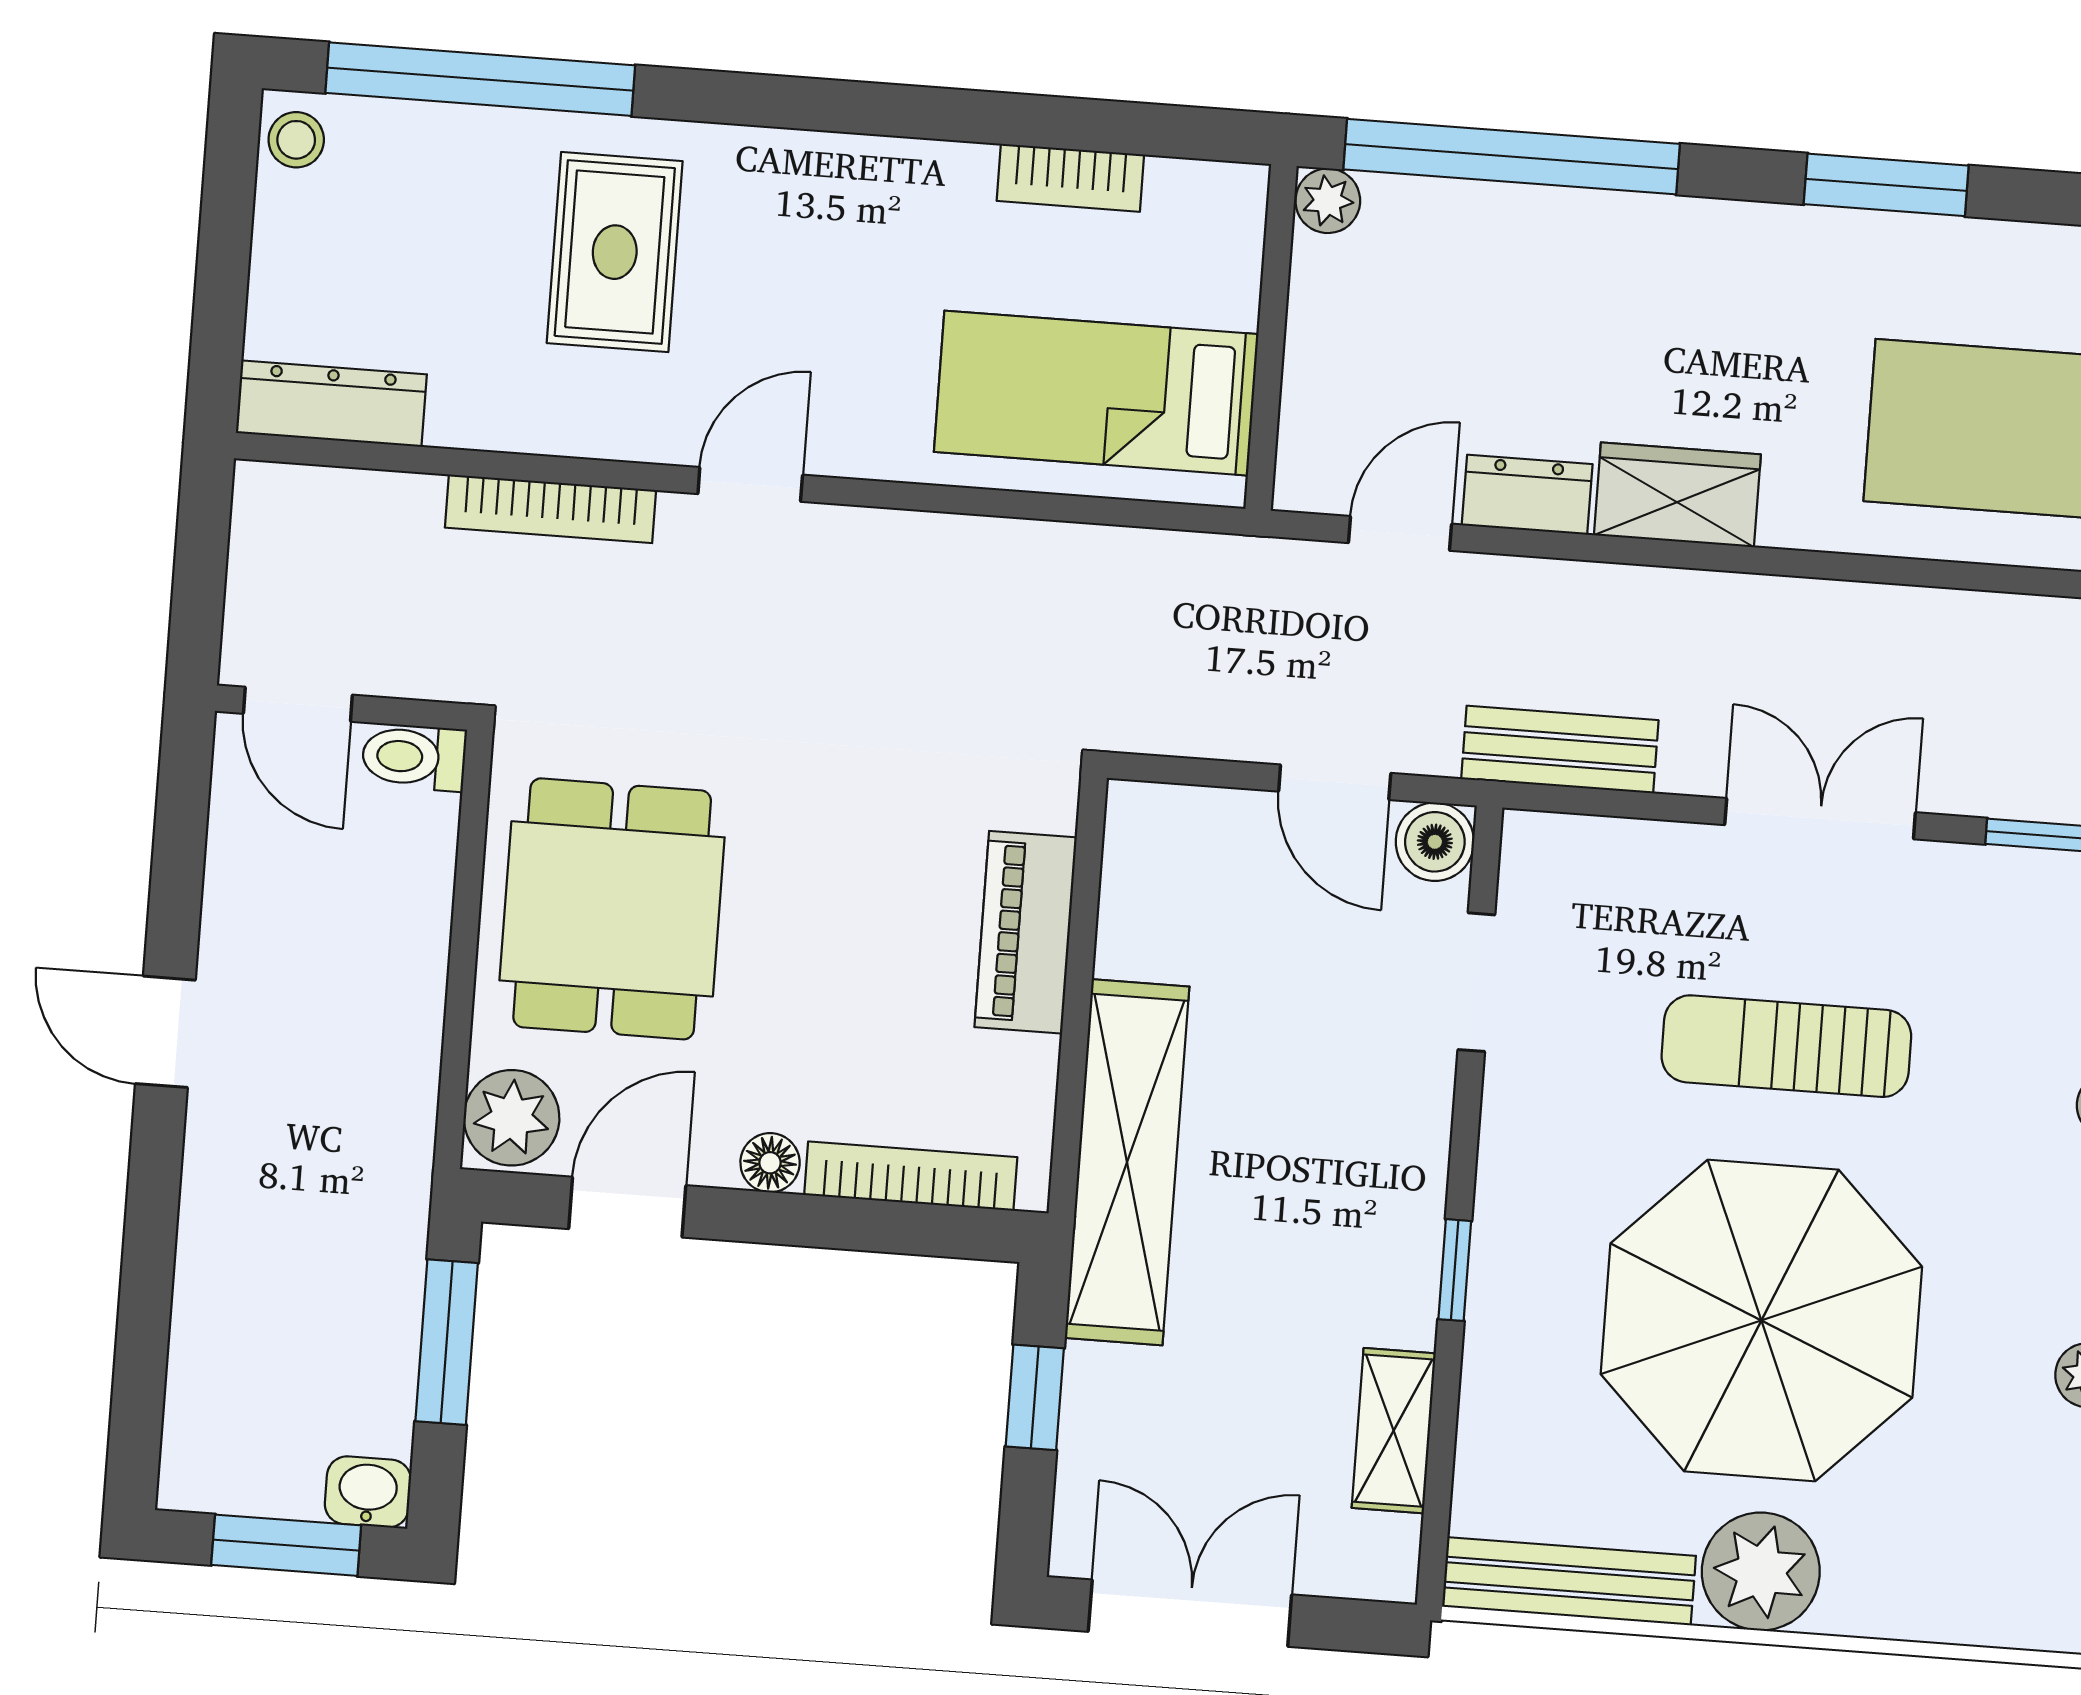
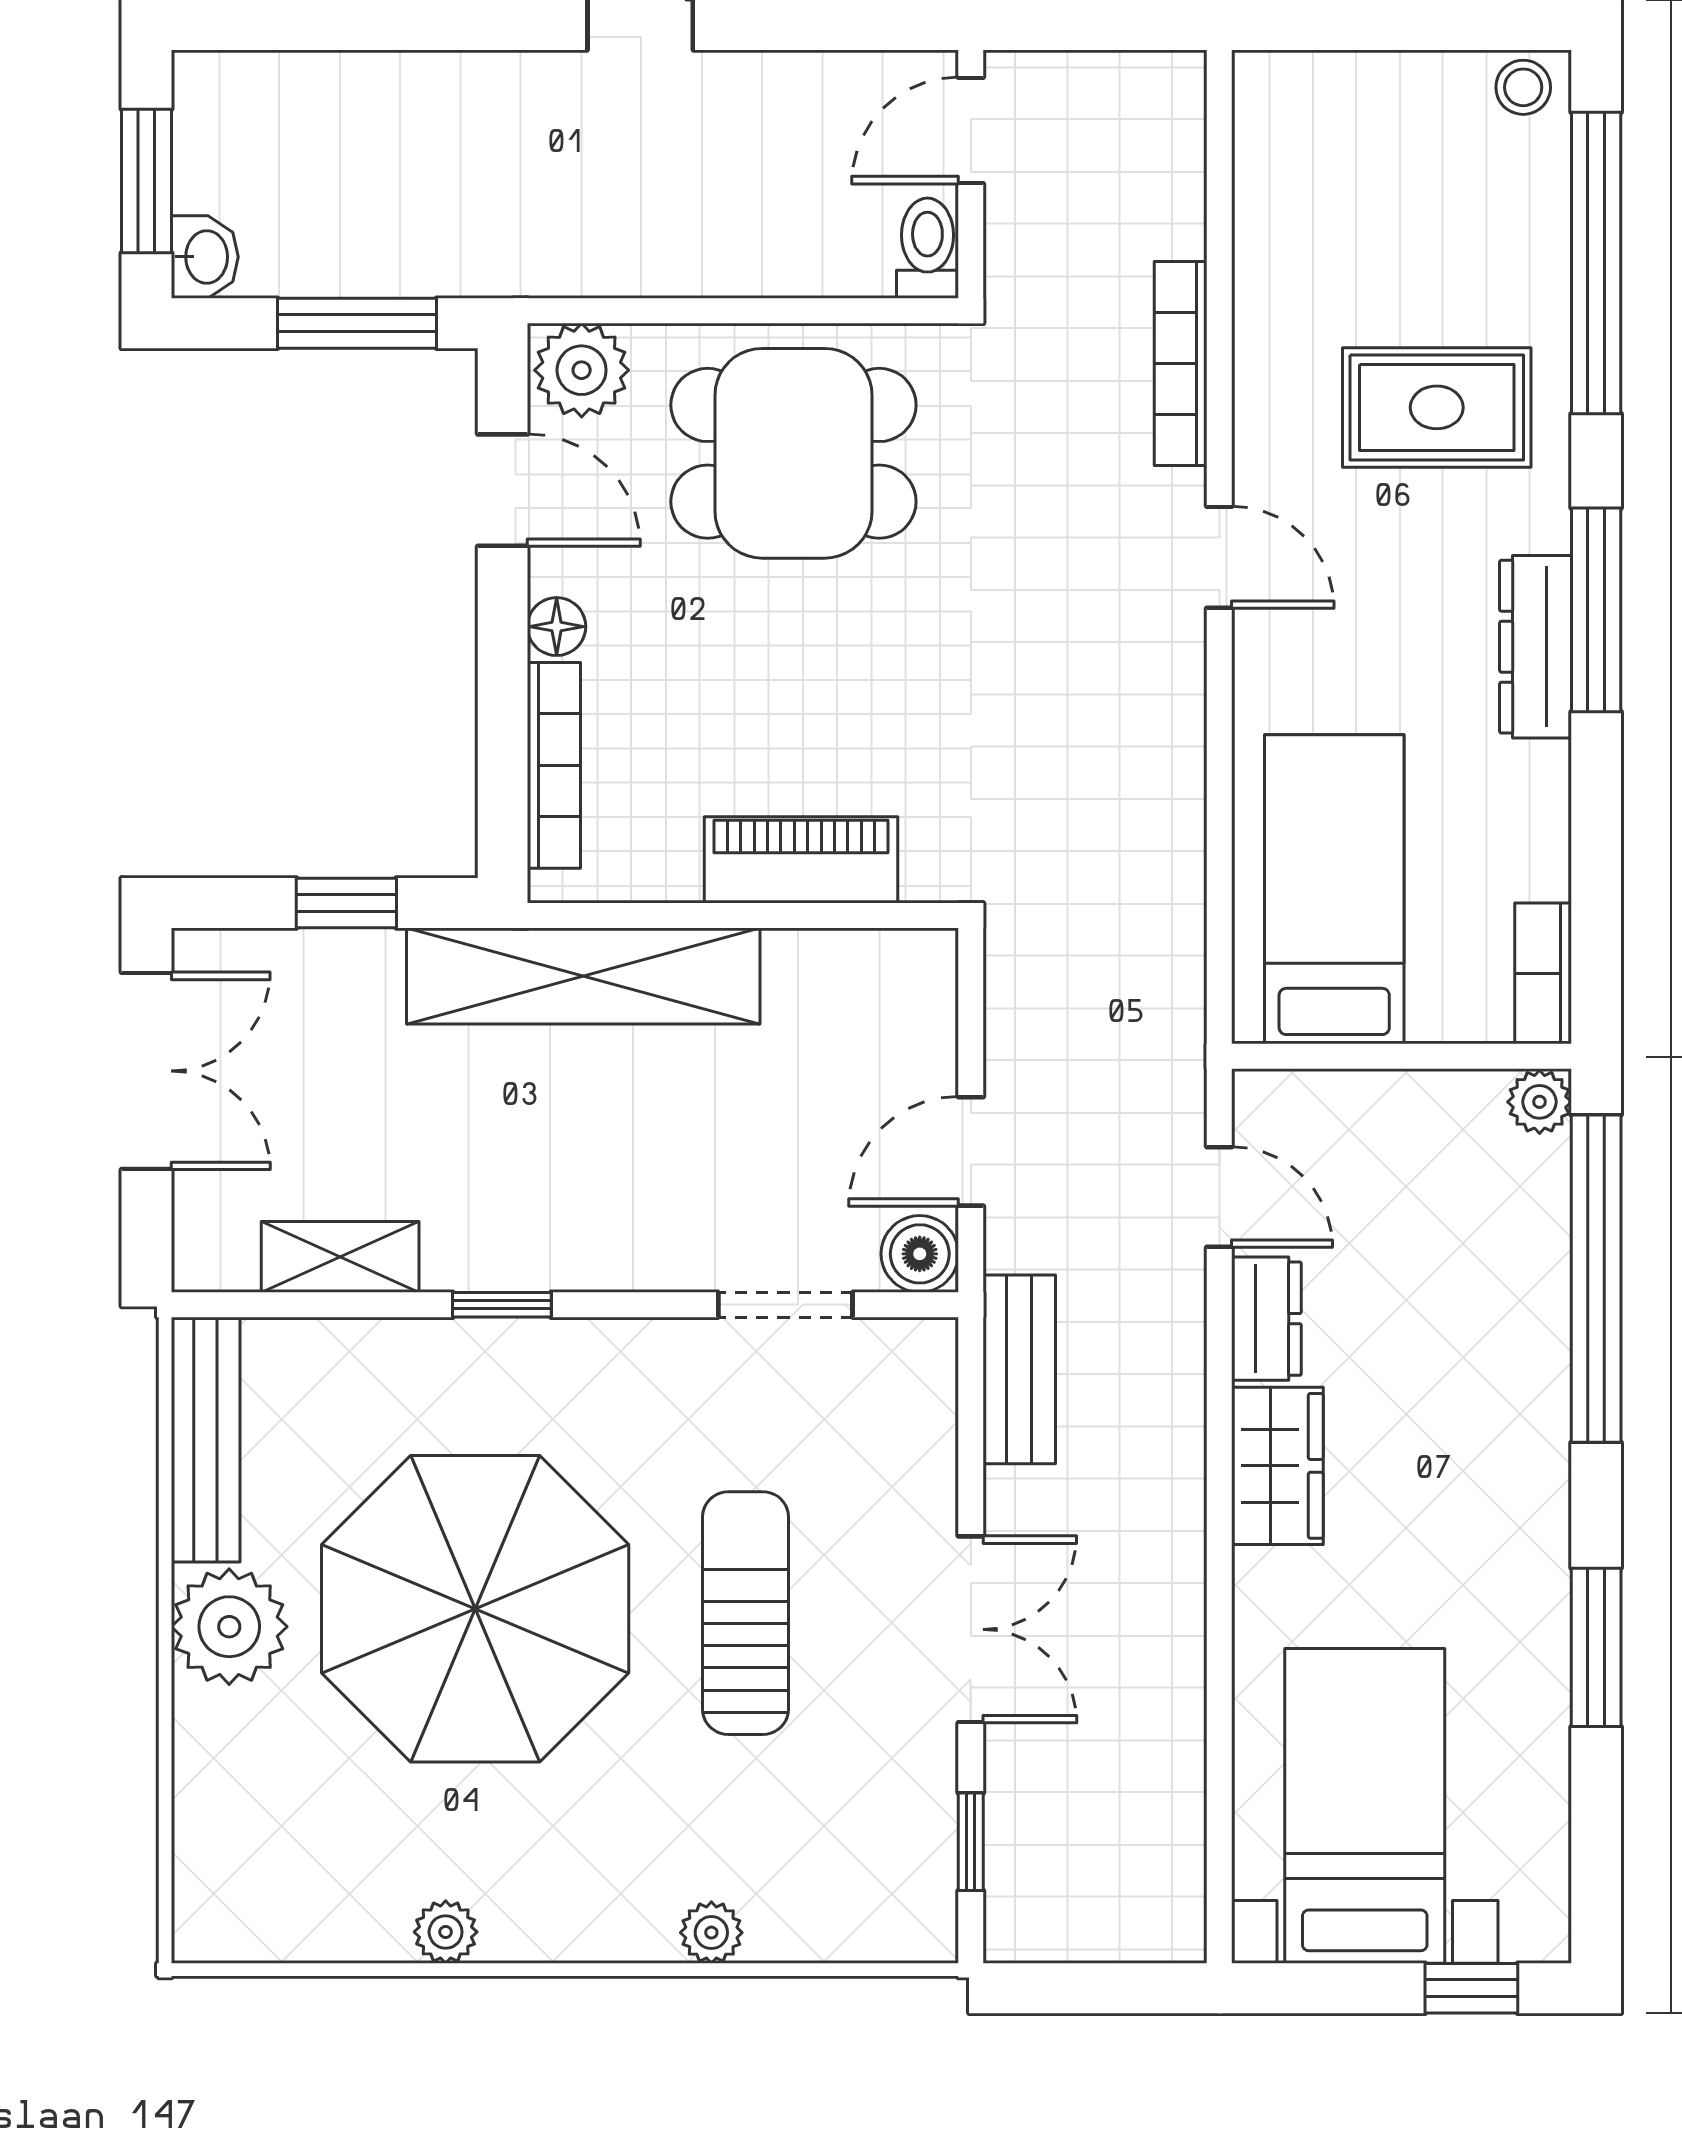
window: (832, 106) -> (1596, 610), added
bookcase: (1070, 178) -> (1543, 973), moved
dresser: (331, 404) -> (1536, 647), moved, turned 180

